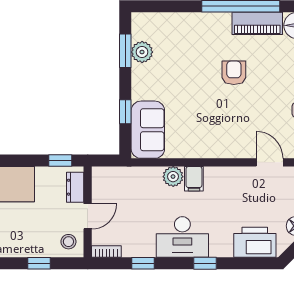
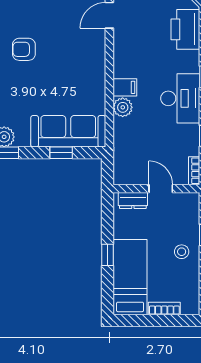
sofa: (148, 130) -> (68, 131), width x1.36
window: (60, 160) -> (107, 255), moved
stool: (68, 242) -> (182, 252), moved

